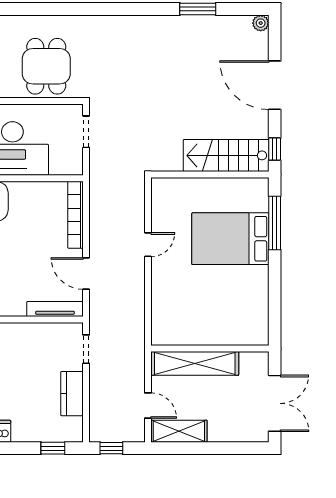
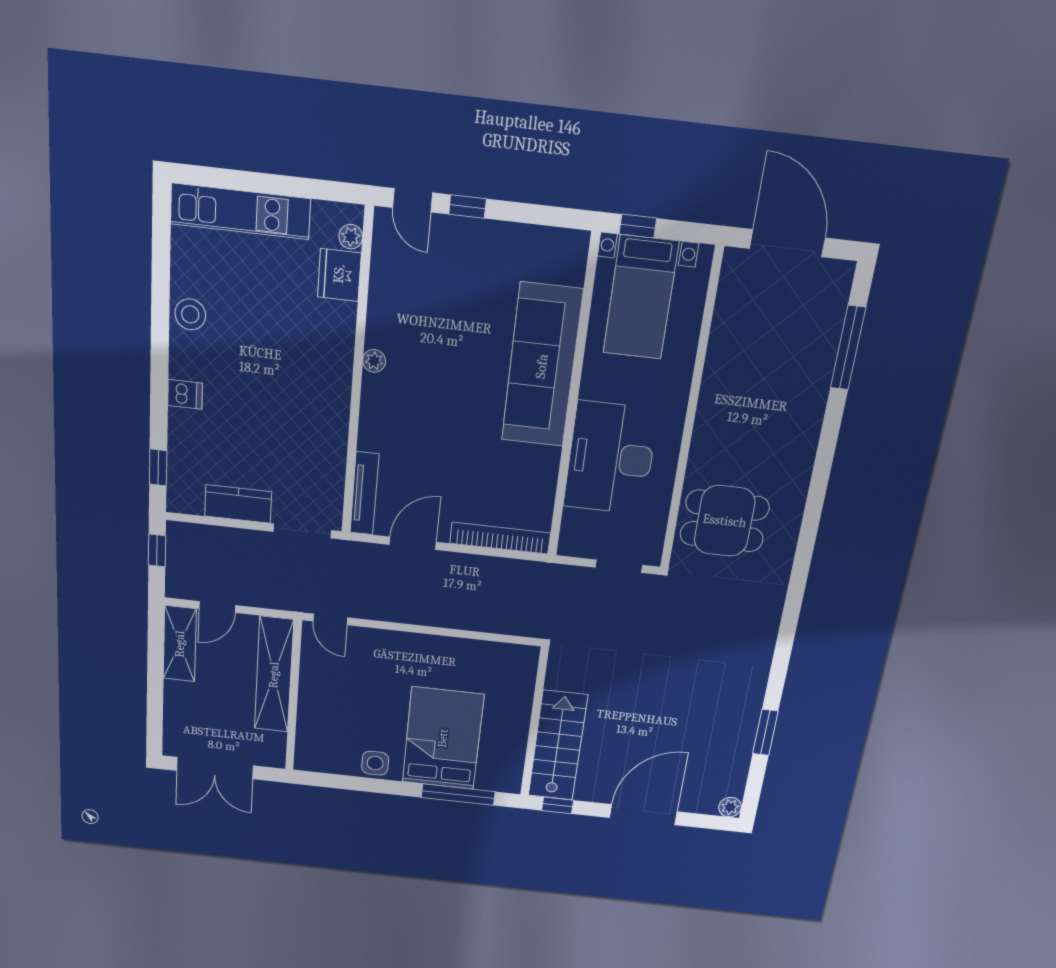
door: (148, 245) -> (330, 619), moved
side table: (256, 286) -> (375, 763), added
doorway: (86, 349) -> (302, 531), width x1.38

